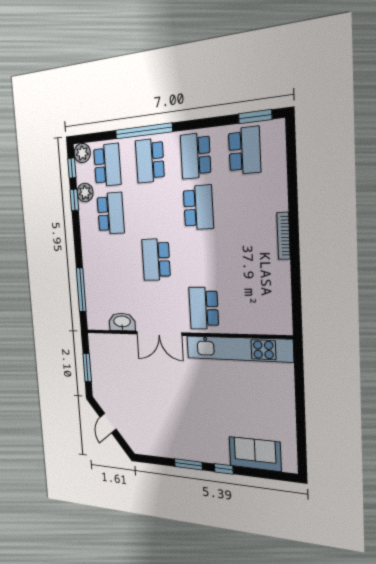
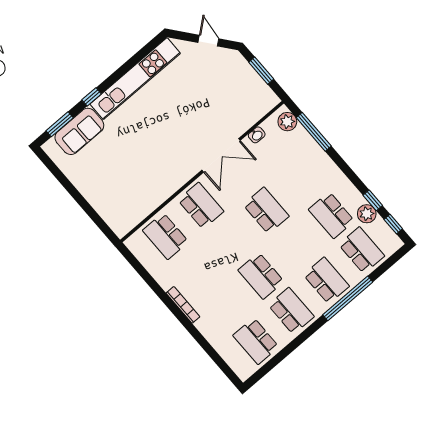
window: (255, 117) -> (266, 369), removed
plant: (82, 153) -> (287, 122), moved
school desk: (107, 165) -> (362, 250), turned 180
school desk: (252, 309) -> (166, 236), added
washbasin: (122, 322) -> (257, 135), width x0.52, depth x0.69
double door: (159, 333) -> (221, 155), swing flipped
kitchen unit: (239, 349) -> (135, 79), moved, turned 180
window: (188, 464) -> (60, 124), moved

